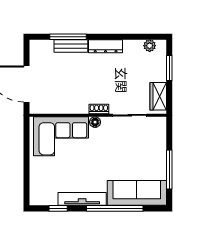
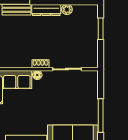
plant: (150, 46) -> (67, 10), moved
wardrobe: (158, 96) -> (91, 53), removed

